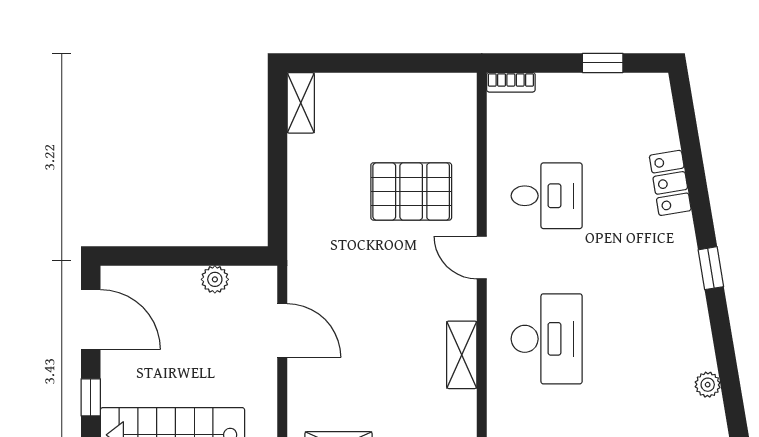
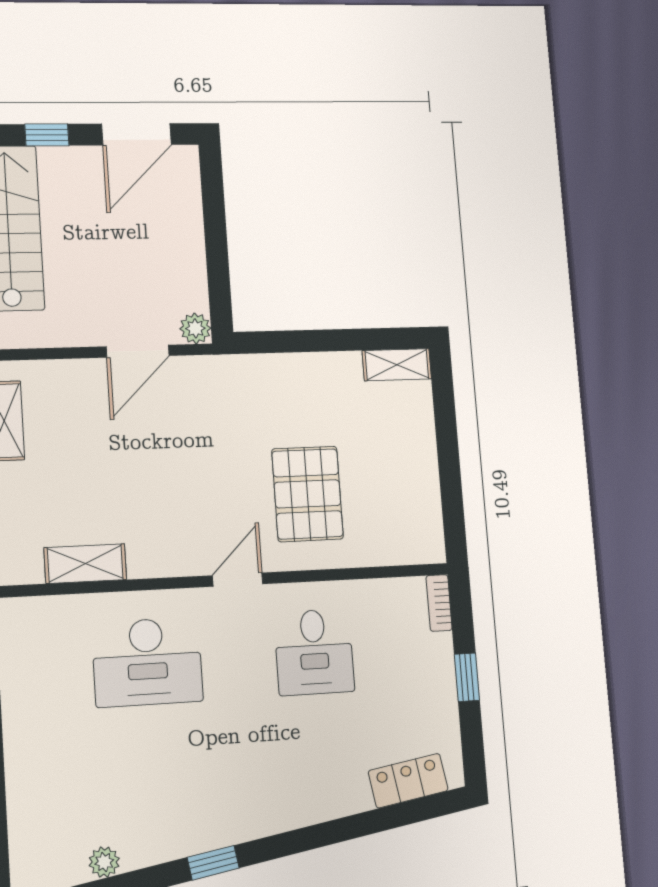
window: (603, 63) -> (467, 677), moved
locker: (670, 183) -> (408, 781), moved
window: (711, 268) -> (213, 863), moved
plant: (215, 279) -> (195, 328), moved
shelving: (462, 355) -> (85, 564), moved

